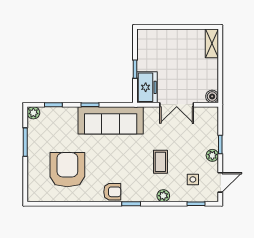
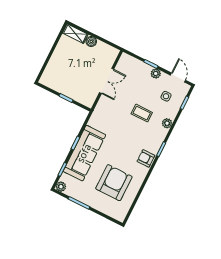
freezer: (147, 87) -> (83, 96), removed
boiler: (212, 96) -> (91, 41), moved
sofa: (111, 120) -> (84, 153), moved
armchair: (67, 170) -> (114, 183), turned 90
armchair: (112, 192) -> (146, 158), turned -90

